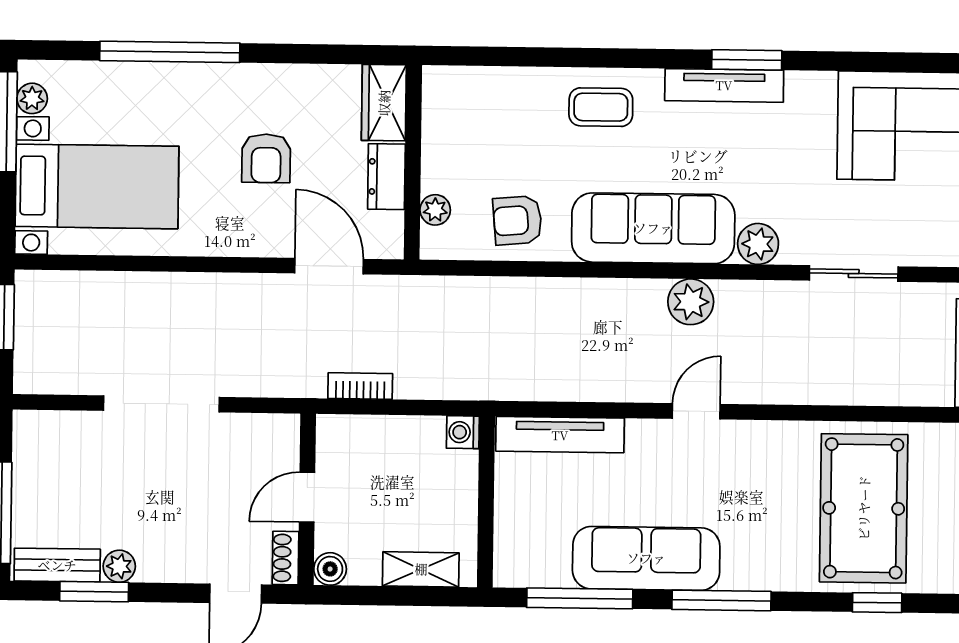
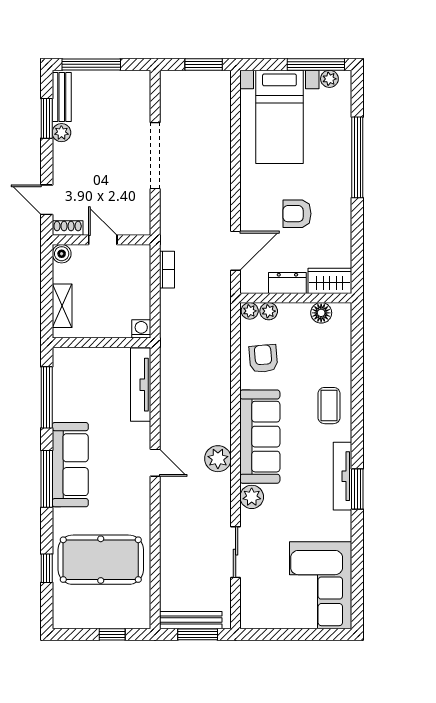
floor lamp: (439, 119) -> (321, 313), added
plant: (434, 243) -> (250, 311), added
sofa: (646, 558) -> (70, 465), moved

